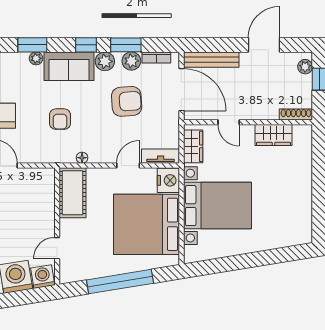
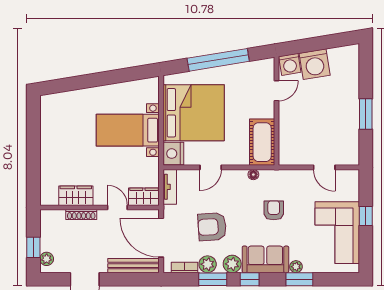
shoe rack: (296, 115) -> (81, 215), moved
wardrobe: (193, 146) -> (144, 197), moved, turned 90
tv unit: (161, 156) -> (170, 187), moved, turned -90
bed with nightstands: (217, 206) -> (128, 130), width x0.73

